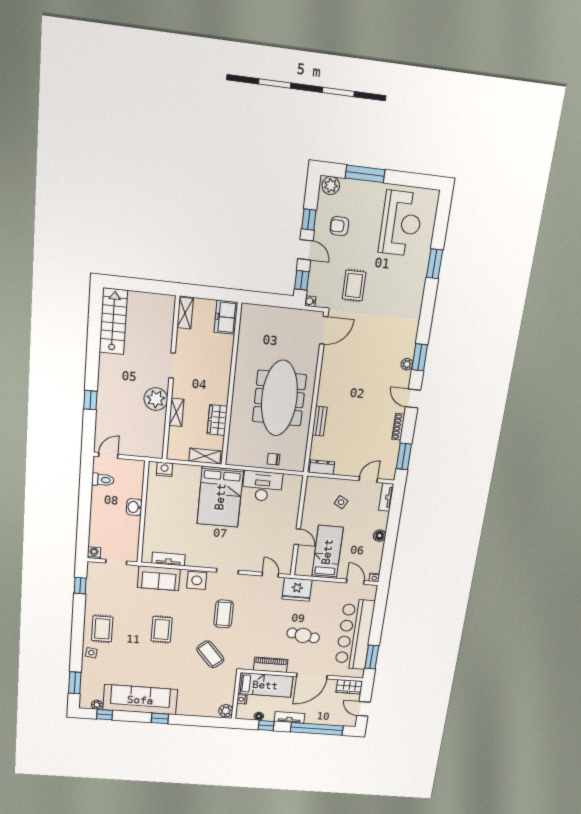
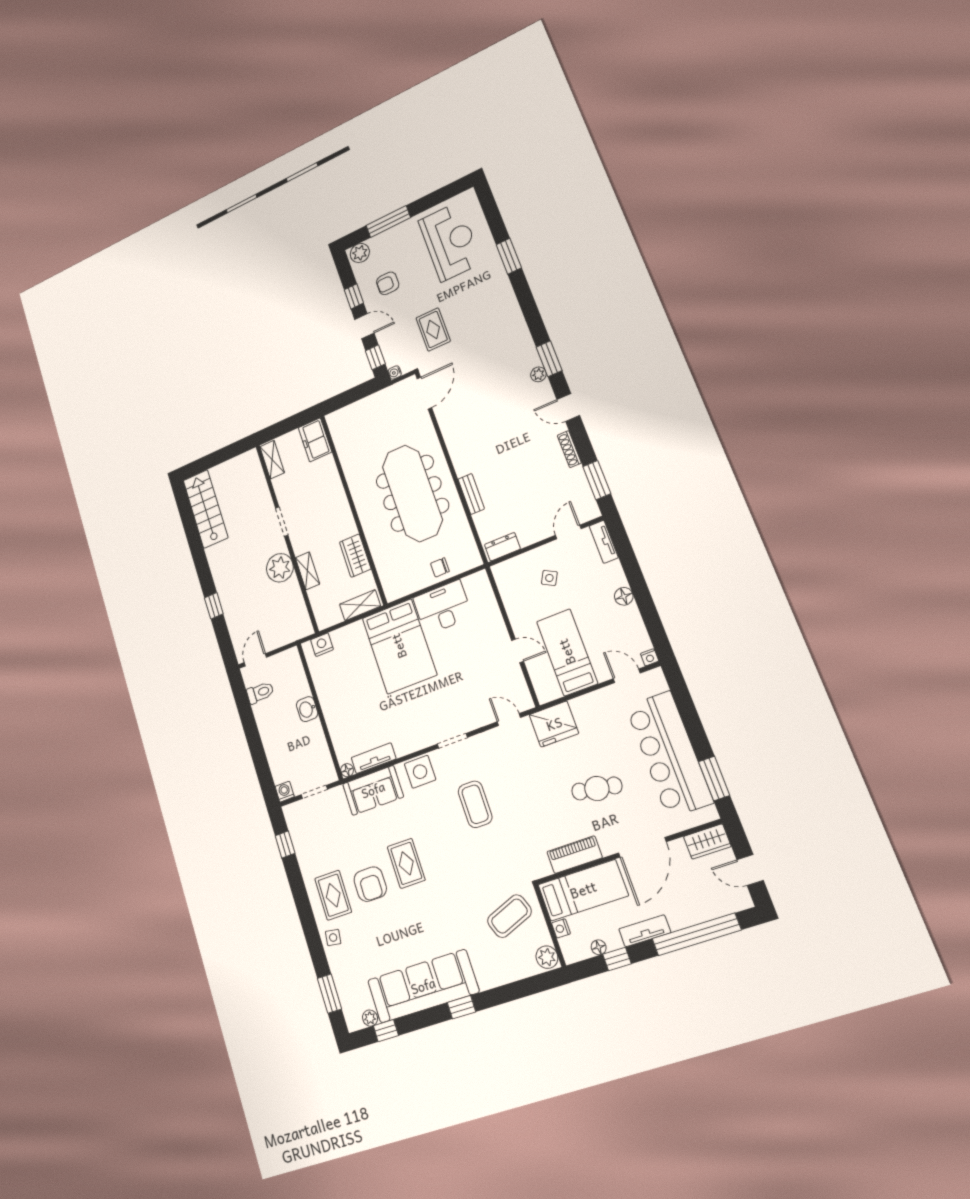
floor lamp: (146, 558) -> (347, 770), added
armchair: (131, 632) -> (370, 884), added
coffee table: (210, 654) -> (509, 916), moved, turned -70

